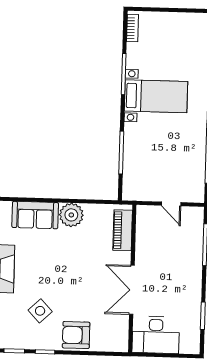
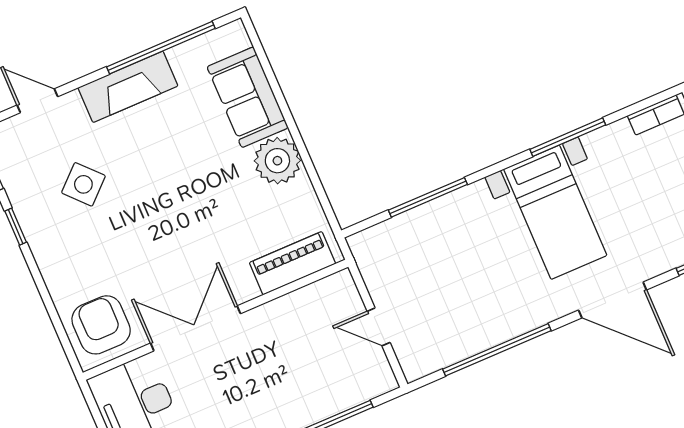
door: (171, 204) -> (379, 327), hinge flipped
armchair: (76, 335) -> (101, 325), moved

